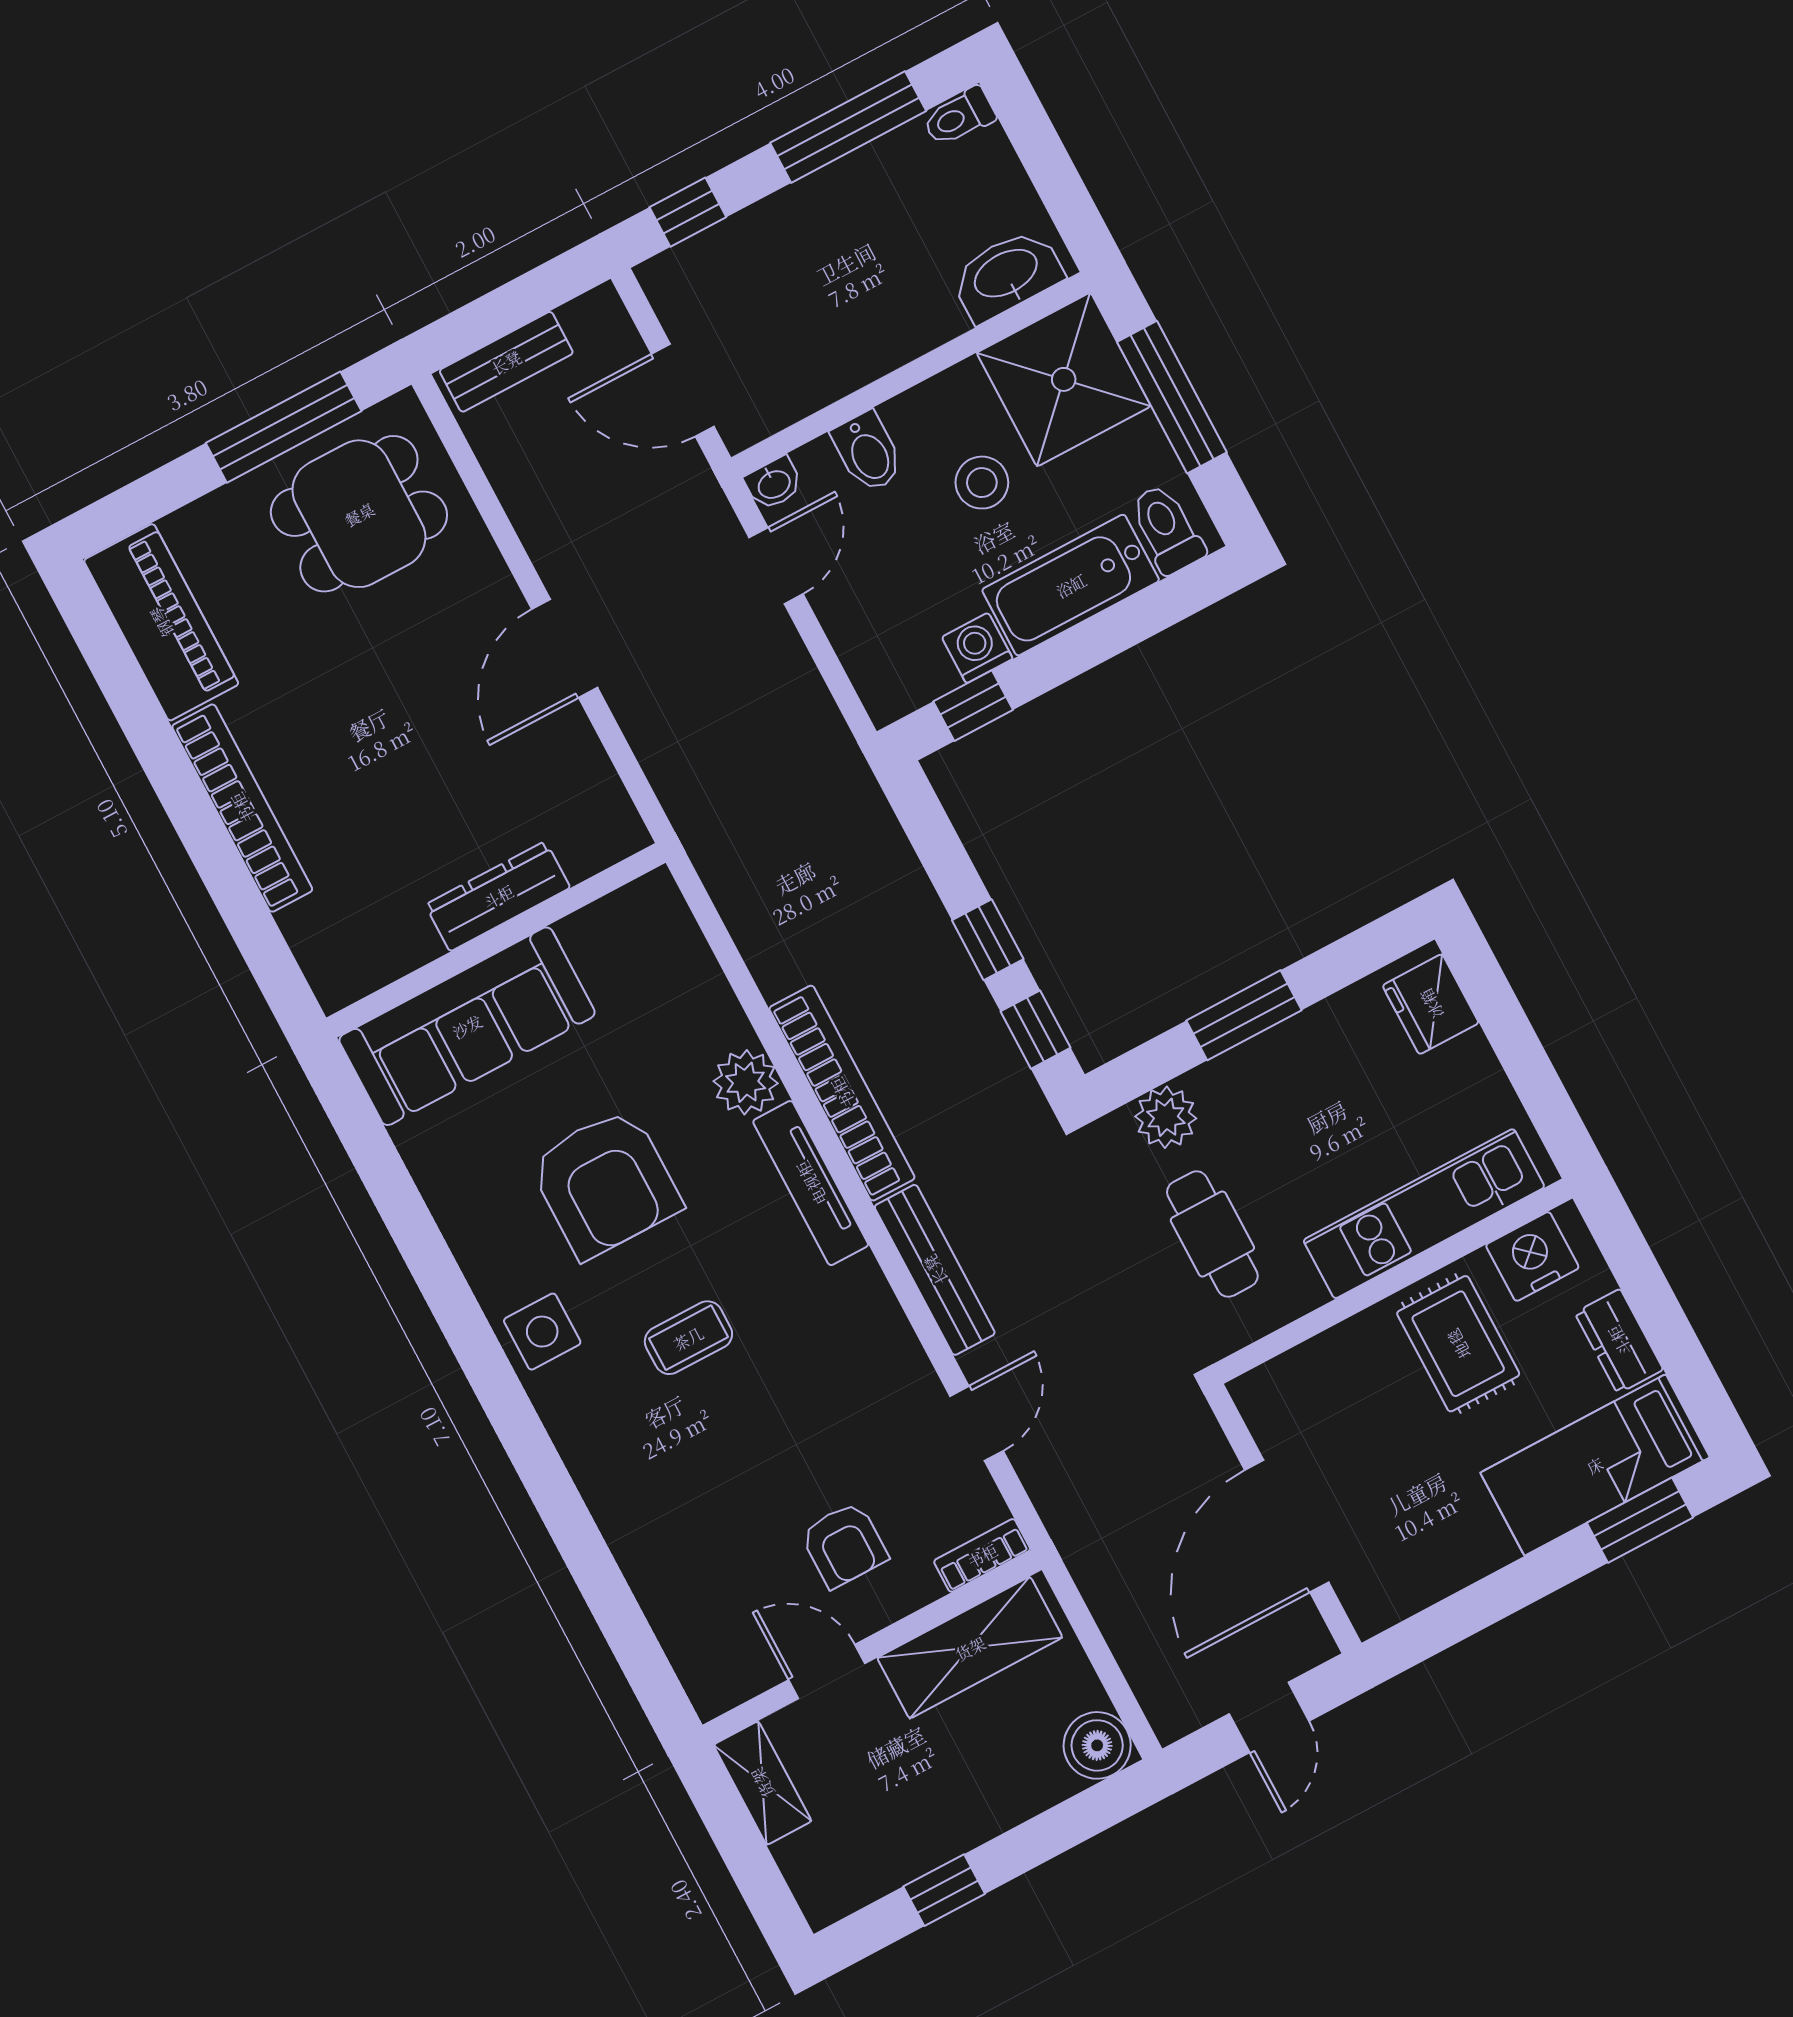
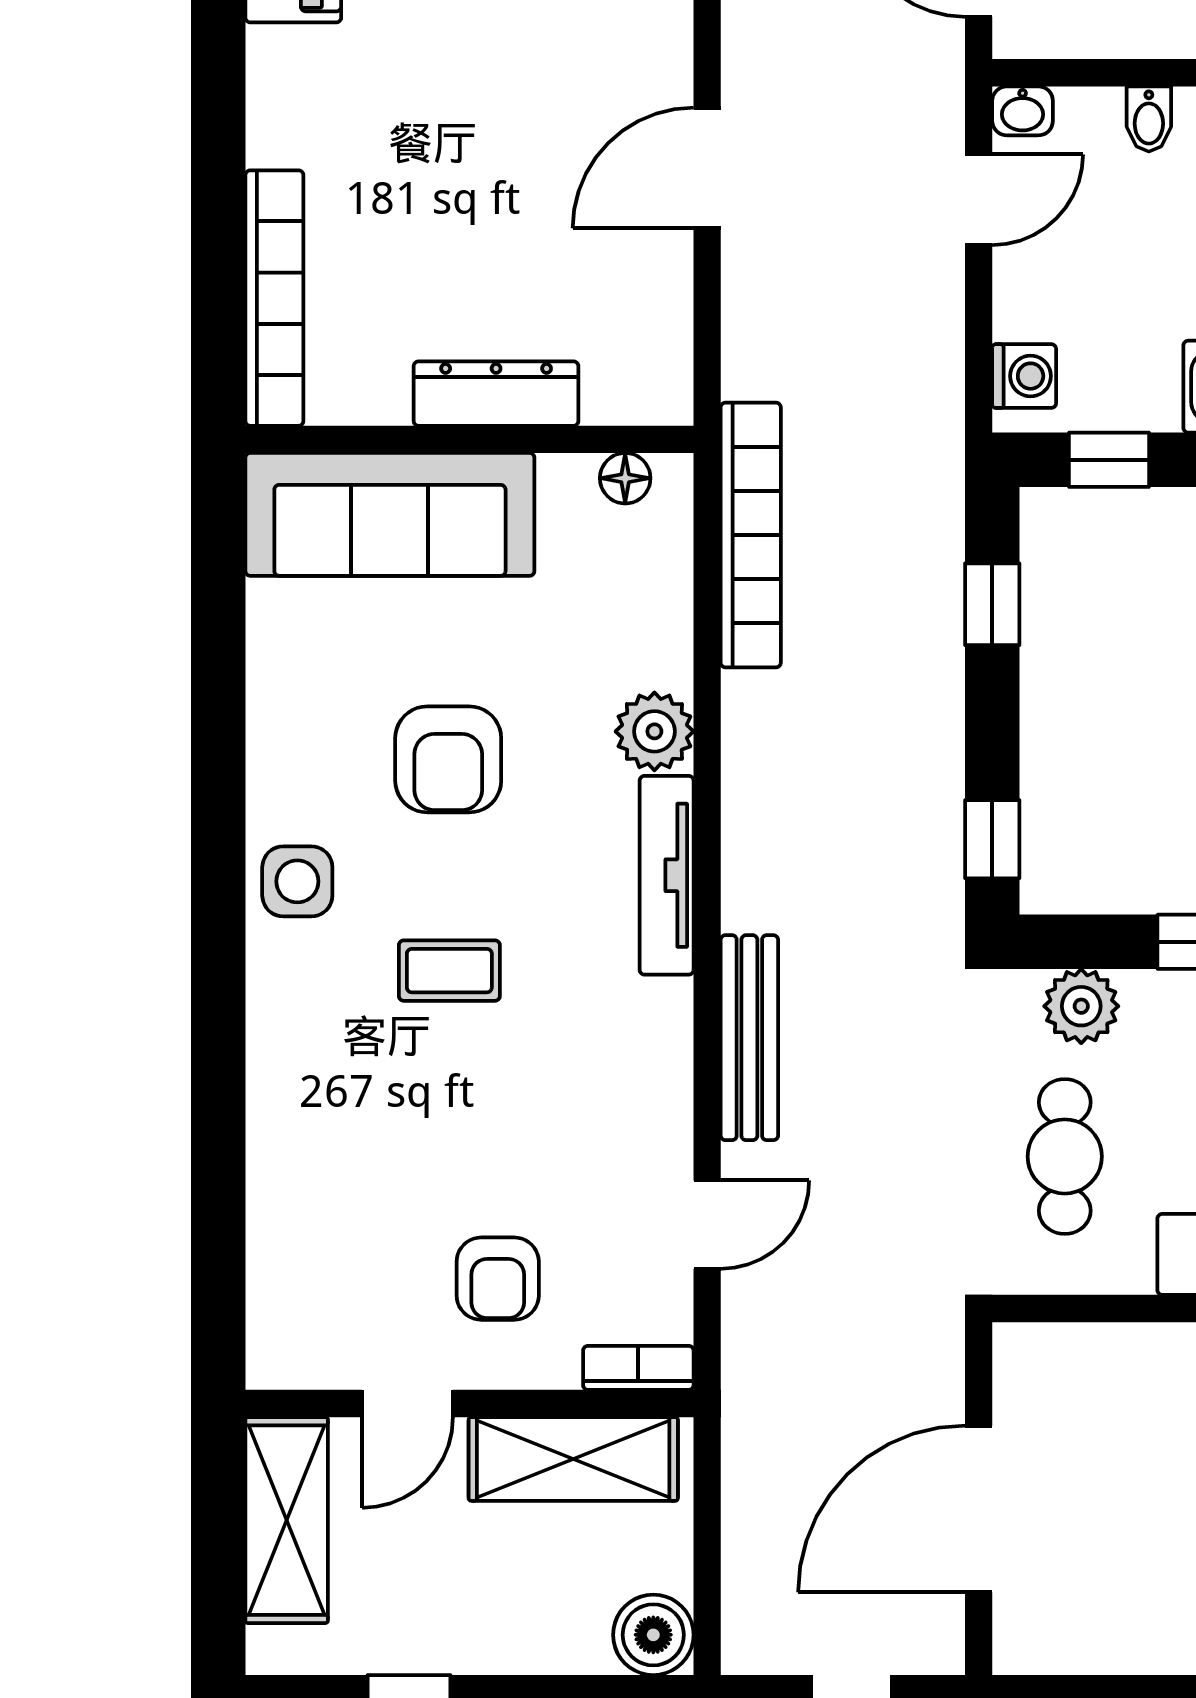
bidet: (868, 452) -> (1149, 119), width x0.72, depth x0.74
washing machine: (977, 648) -> (1024, 376), moved, turned 90
bookcase: (242, 808) -> (274, 298), moved
floor lamp: (625, 908) -> (625, 478), added
window: (988, 940) -> (992, 604), moved
bookcase: (842, 1093) -> (751, 535), moved
armchair: (605, 1183) -> (448, 759), width x0.73, depth x0.73
door: (827, 1672) -> (408, 1404), swing flipped
shelving: (762, 1783) -> (287, 1520), width x1.50, depth x1.33

